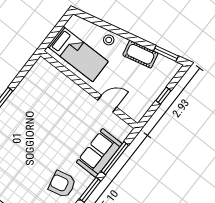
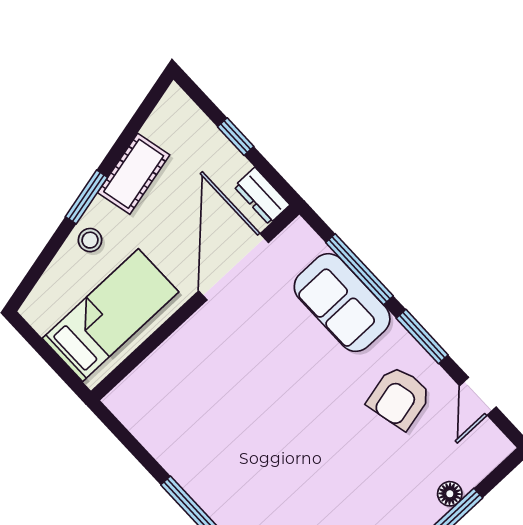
window: (166, 53) -> (86, 197), moved
door: (107, 104) -> (234, 267), width x1.88
dresser: (140, 111) -> (262, 196), added

